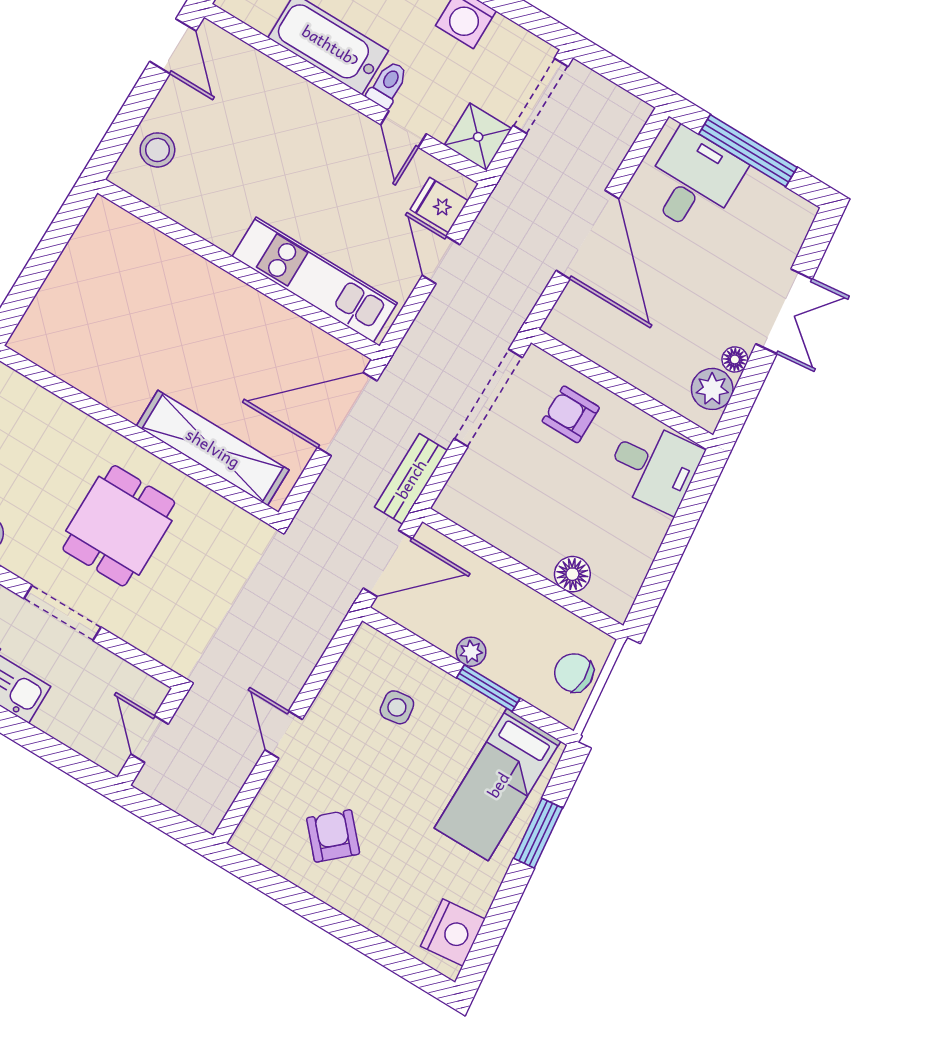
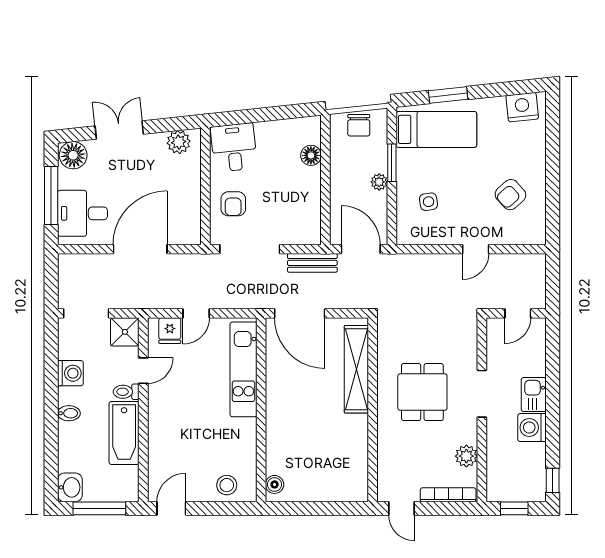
boiler: (115, 222) -> (275, 484), added
floor lamp: (735, 359) -> (73, 155), moved, width x1.89, depth x1.89
dining table: (119, 526) -> (422, 392), turned 90

